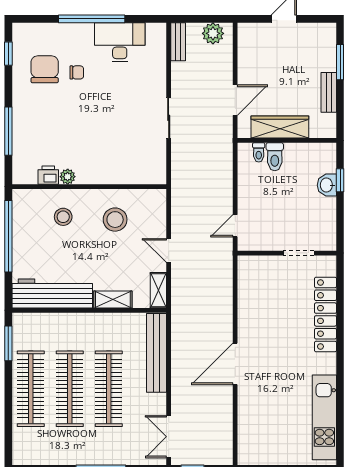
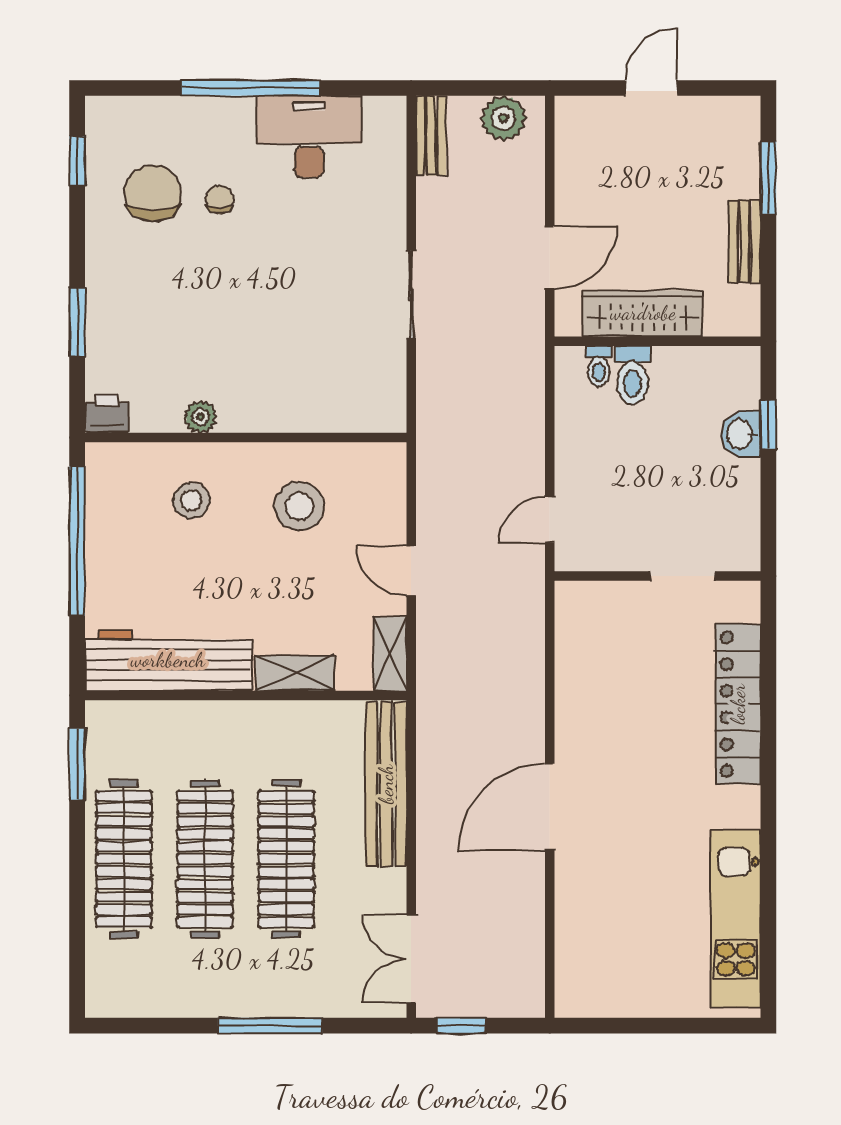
chair: (77, 72) -> (220, 200), turned -90
window: (8, 131) -> (77, 322), width x0.69
printer: (48, 175) -> (107, 414), moved

